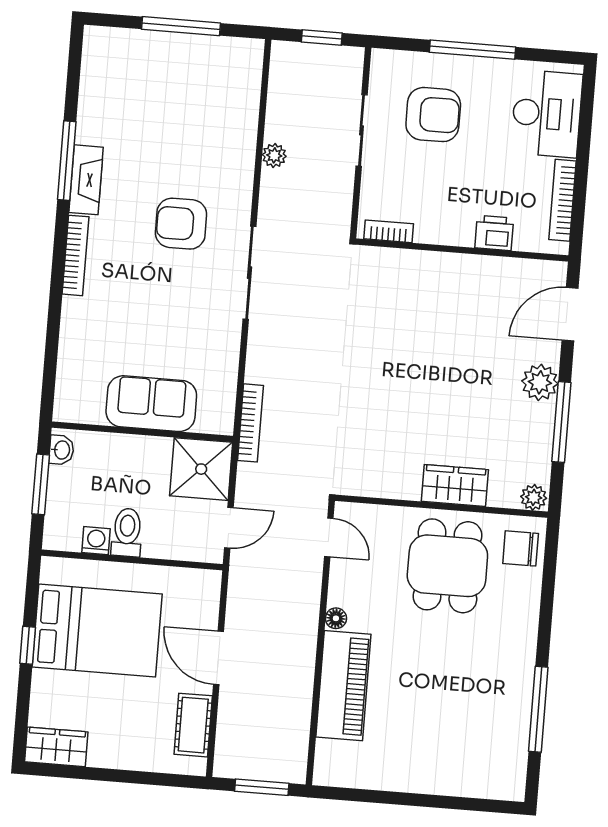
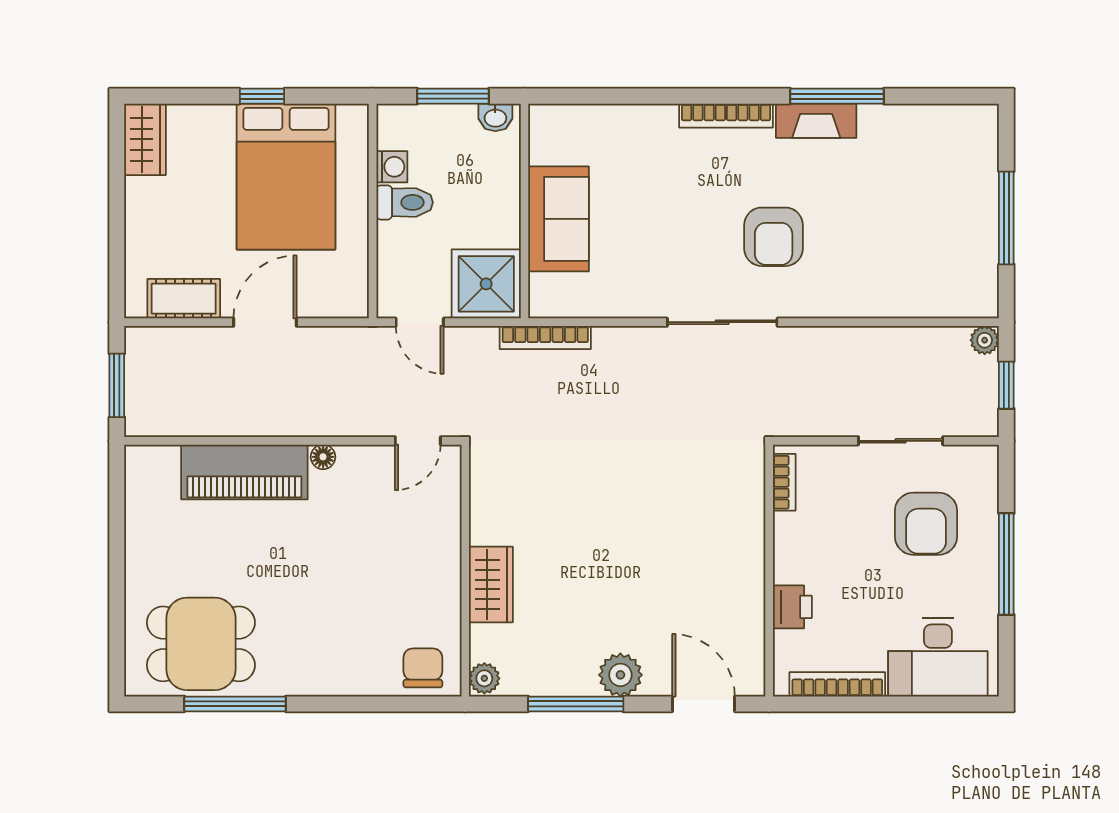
plant: (274, 155) -> (985, 340), moved
armchair: (181, 224) -> (774, 237), turned 180
dining table: (447, 566) -> (201, 644), moved

